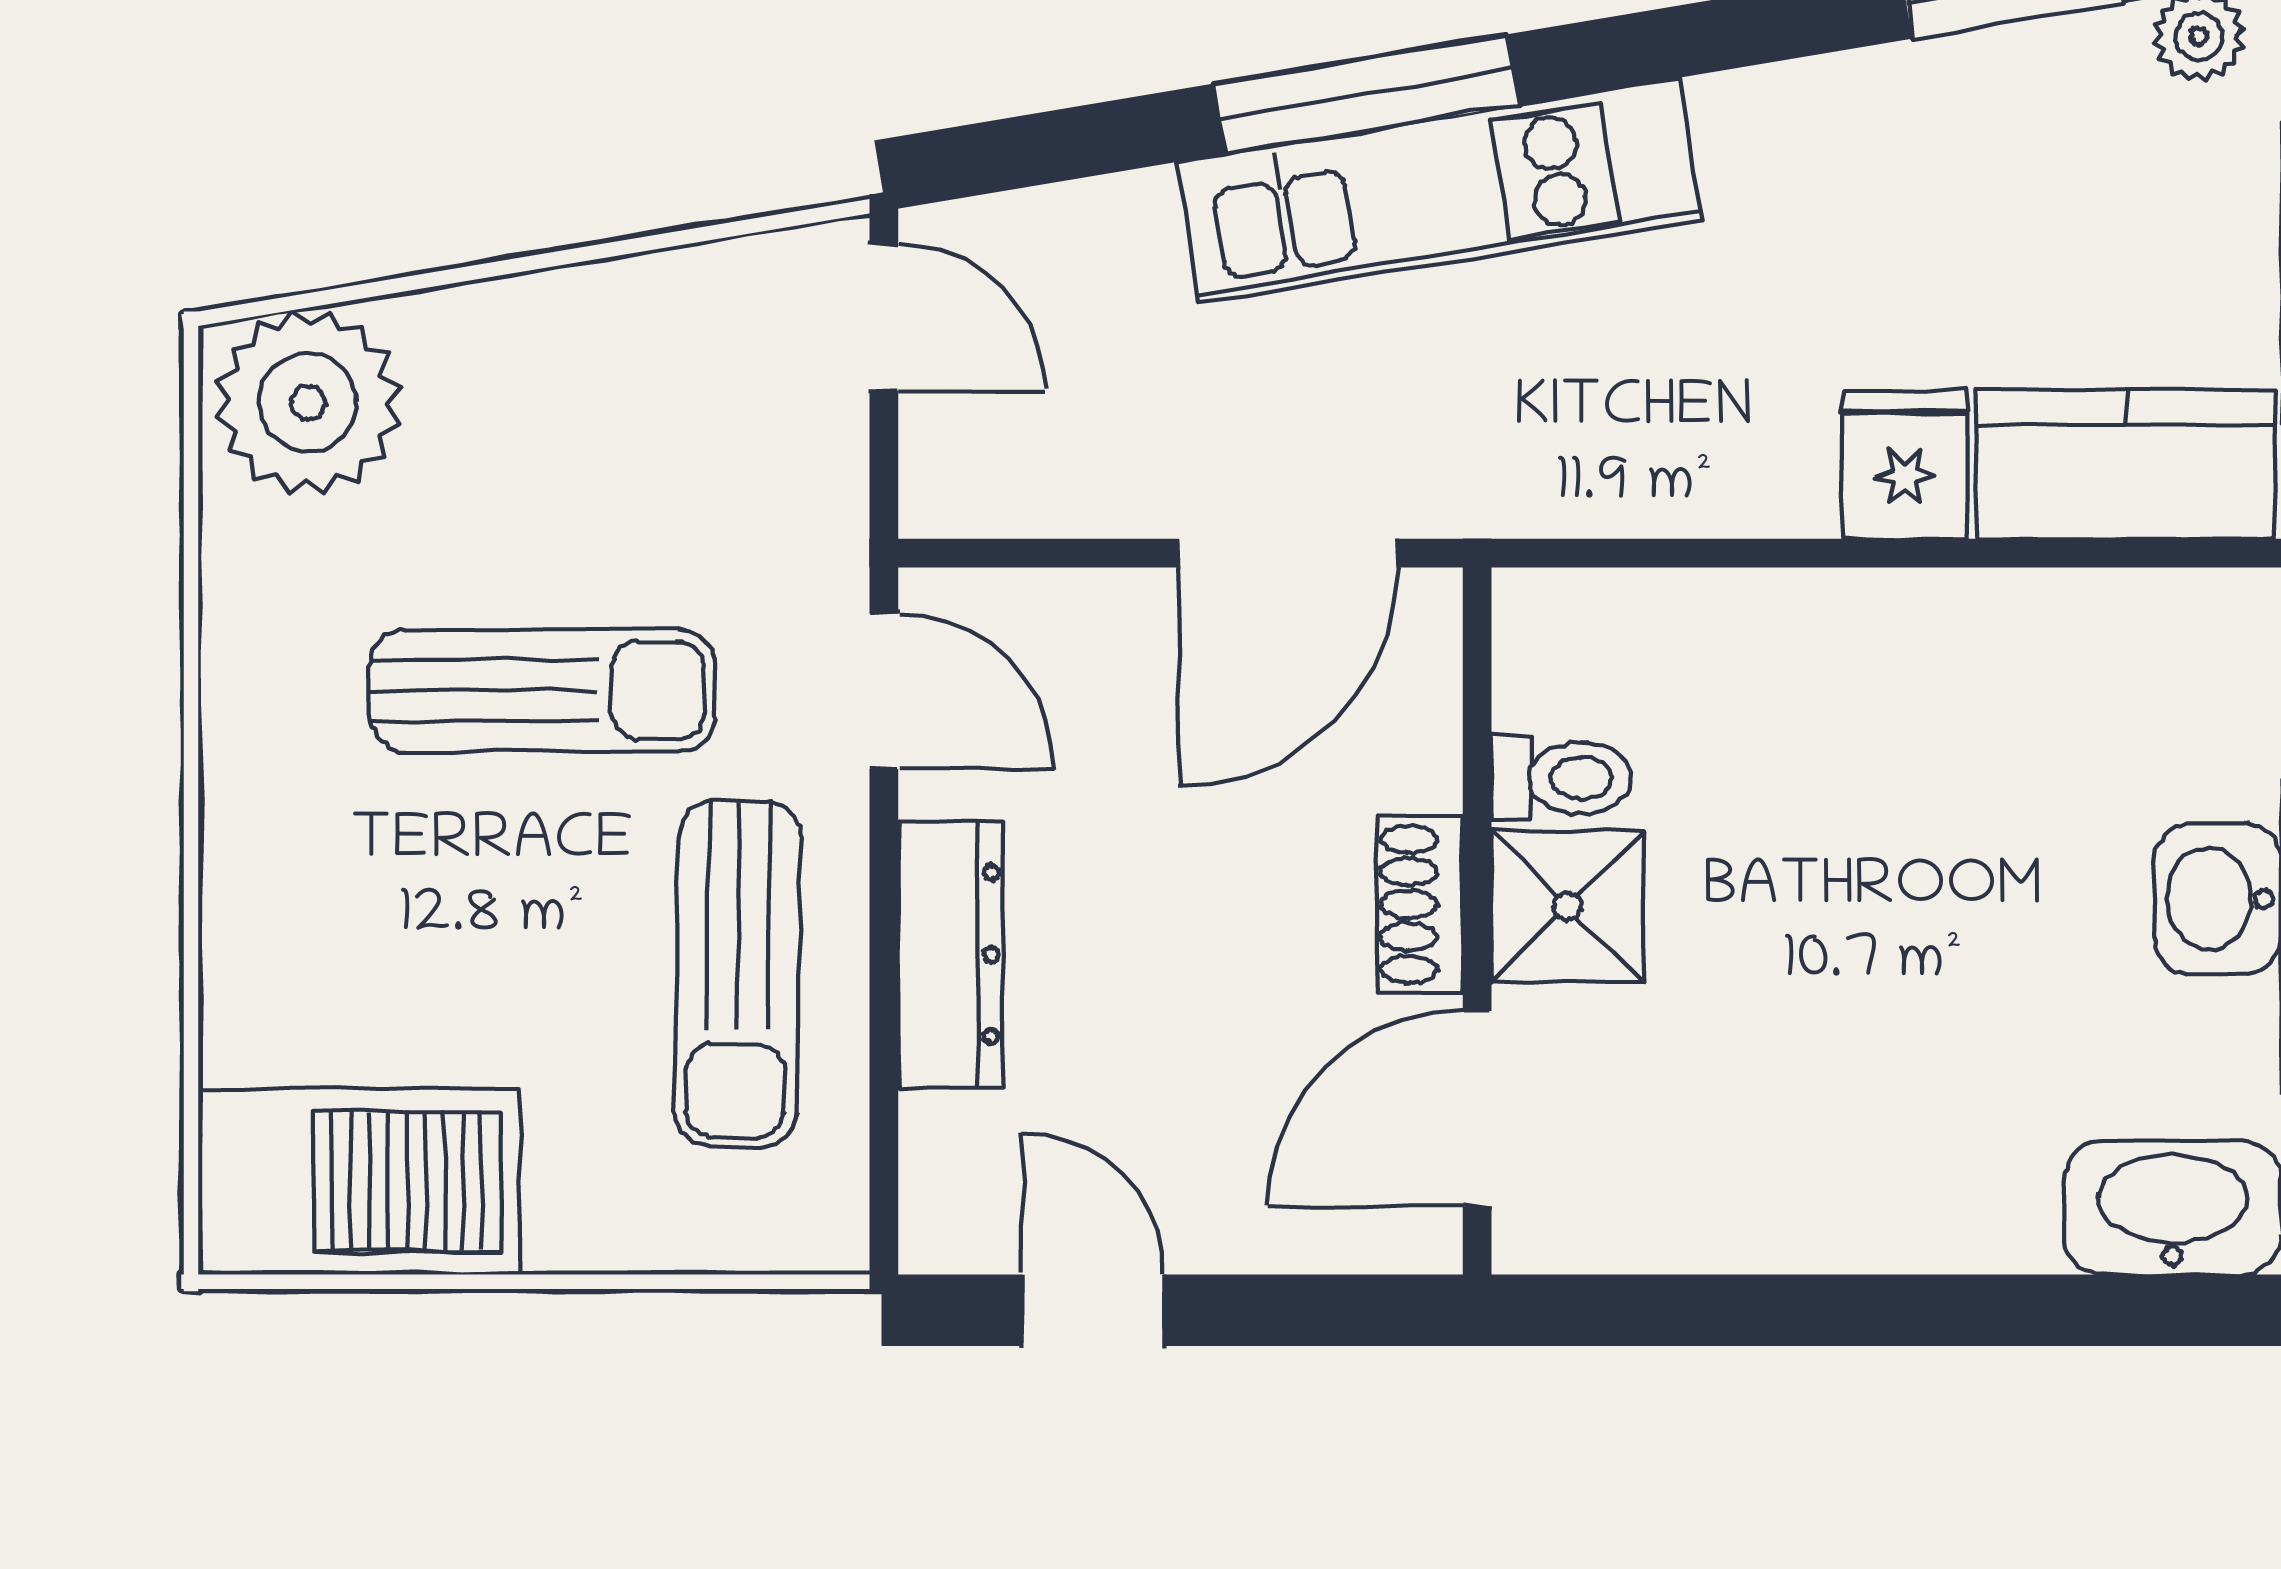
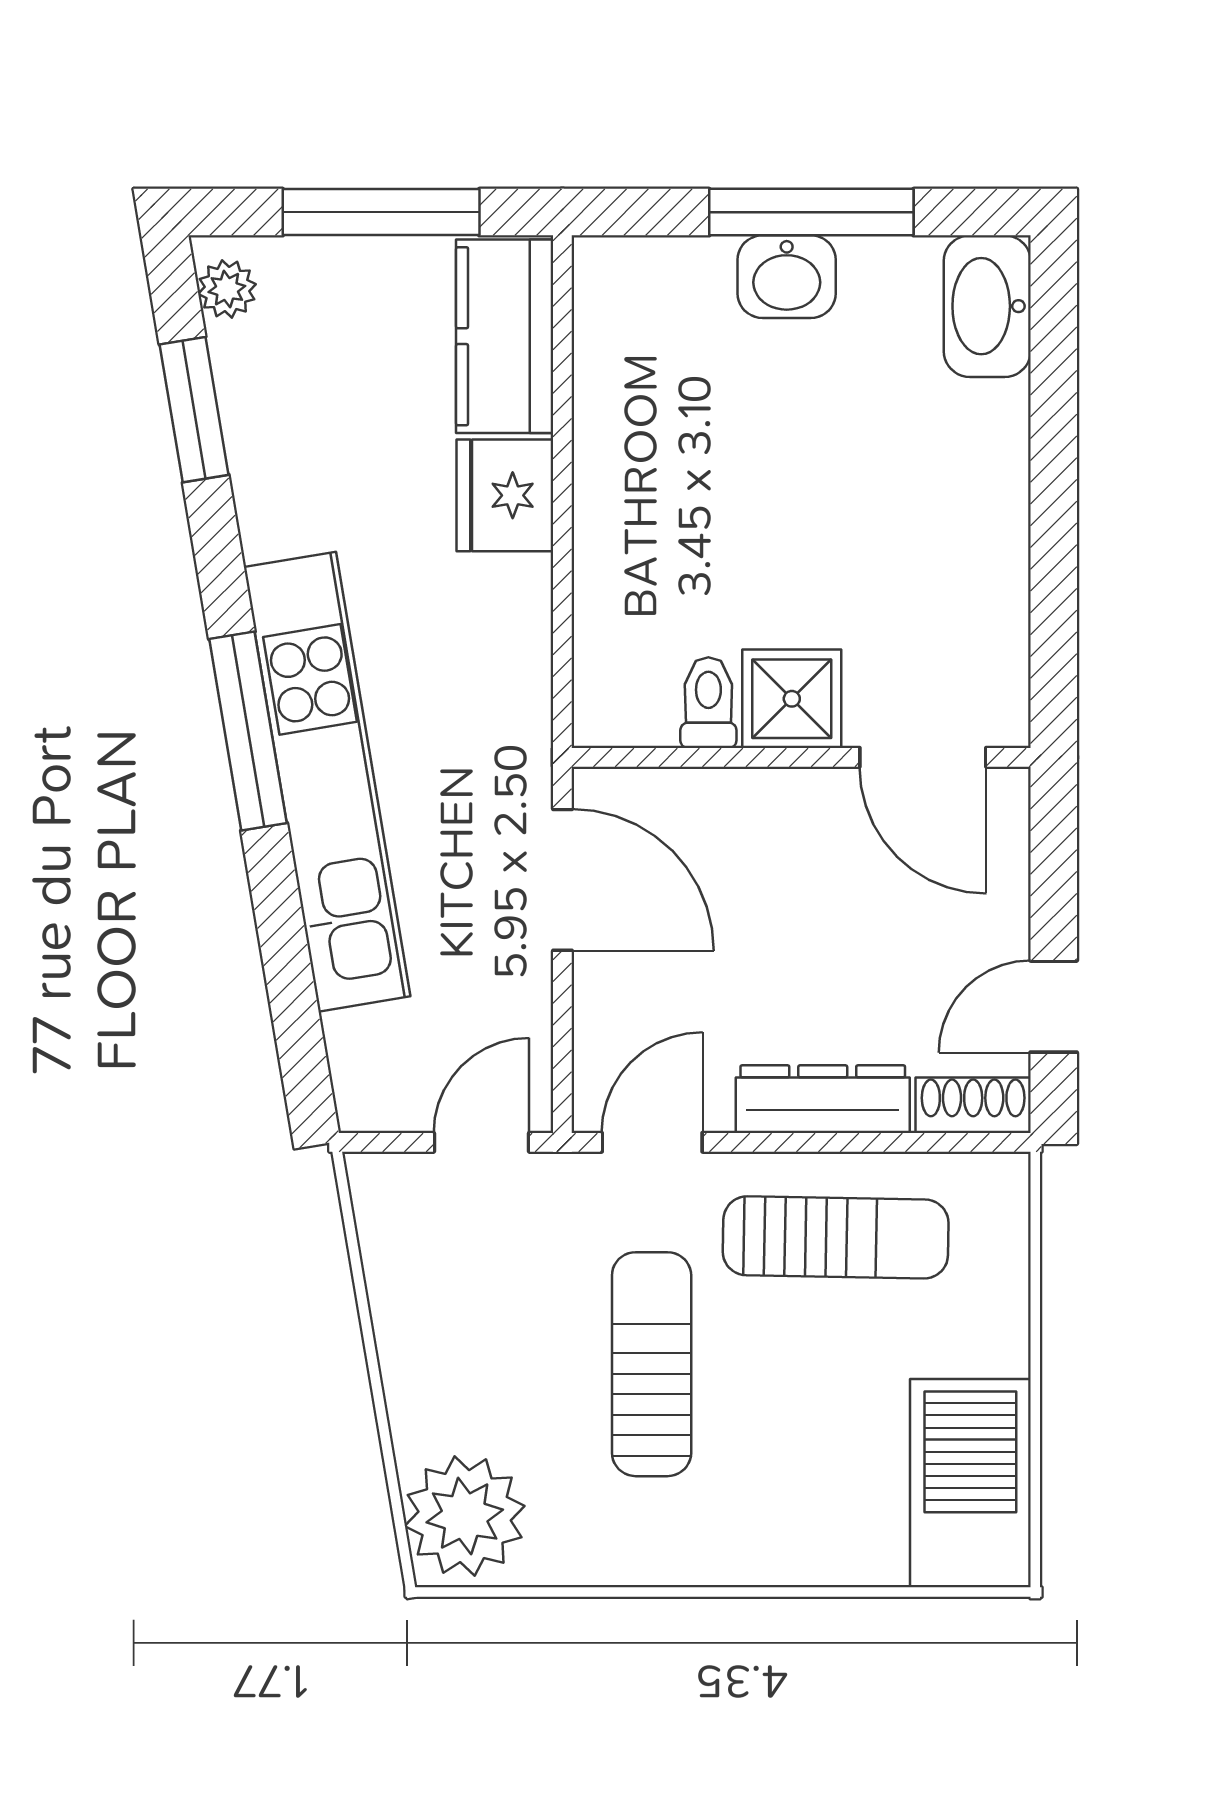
window: (1367, 94) -> (248, 731), moved
kitchen unit: (1440, 191) -> (327, 782), width x1.36
door: (884, 317) -> (481, 1142), moved
fridge: (1905, 465) -> (505, 495), width x1.38
shoe rack: (1420, 904) -> (973, 1105), moved, turned 180

